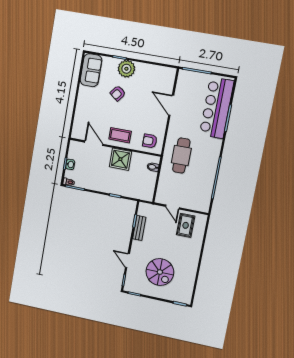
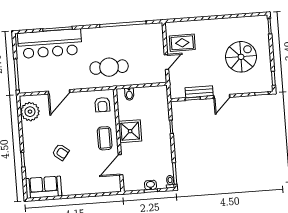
plant: (126, 69) -> (30, 112), moved
door: (127, 260) -> (222, 96), moved

